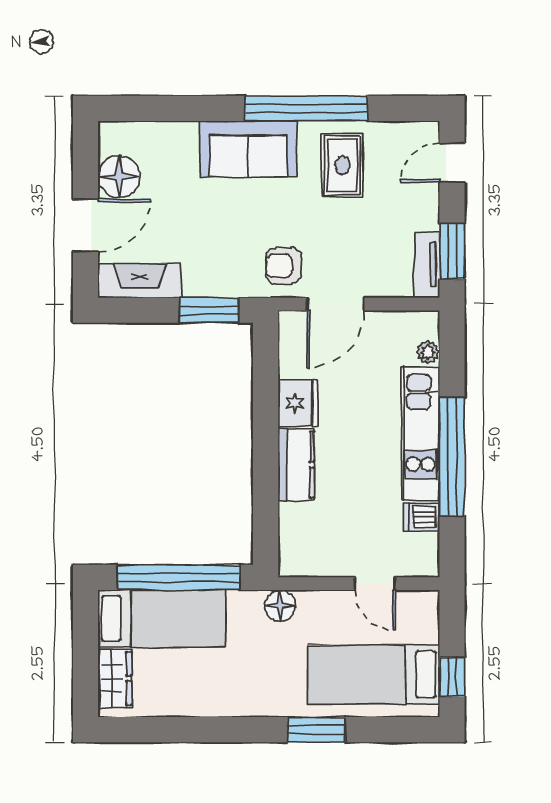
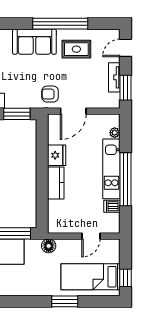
rug: (342, 165) -> (76, 49), turned 90
tv unit: (427, 265) -> (114, 77), moved
door: (375, 584) -> (91, 236), hinge flipped

